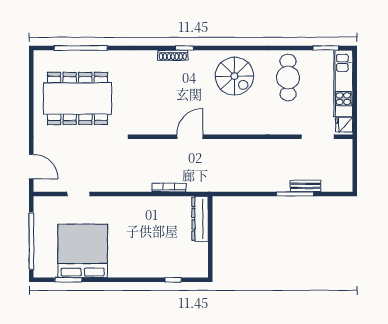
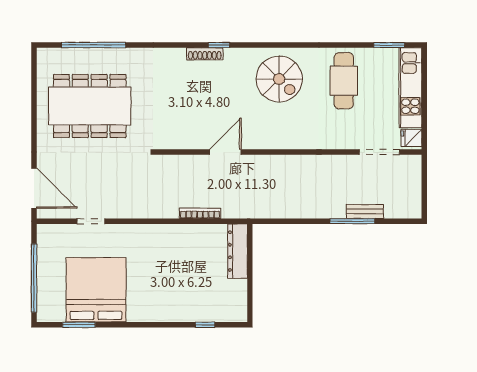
door: (31, 167) -> (34, 188), width x1.36

